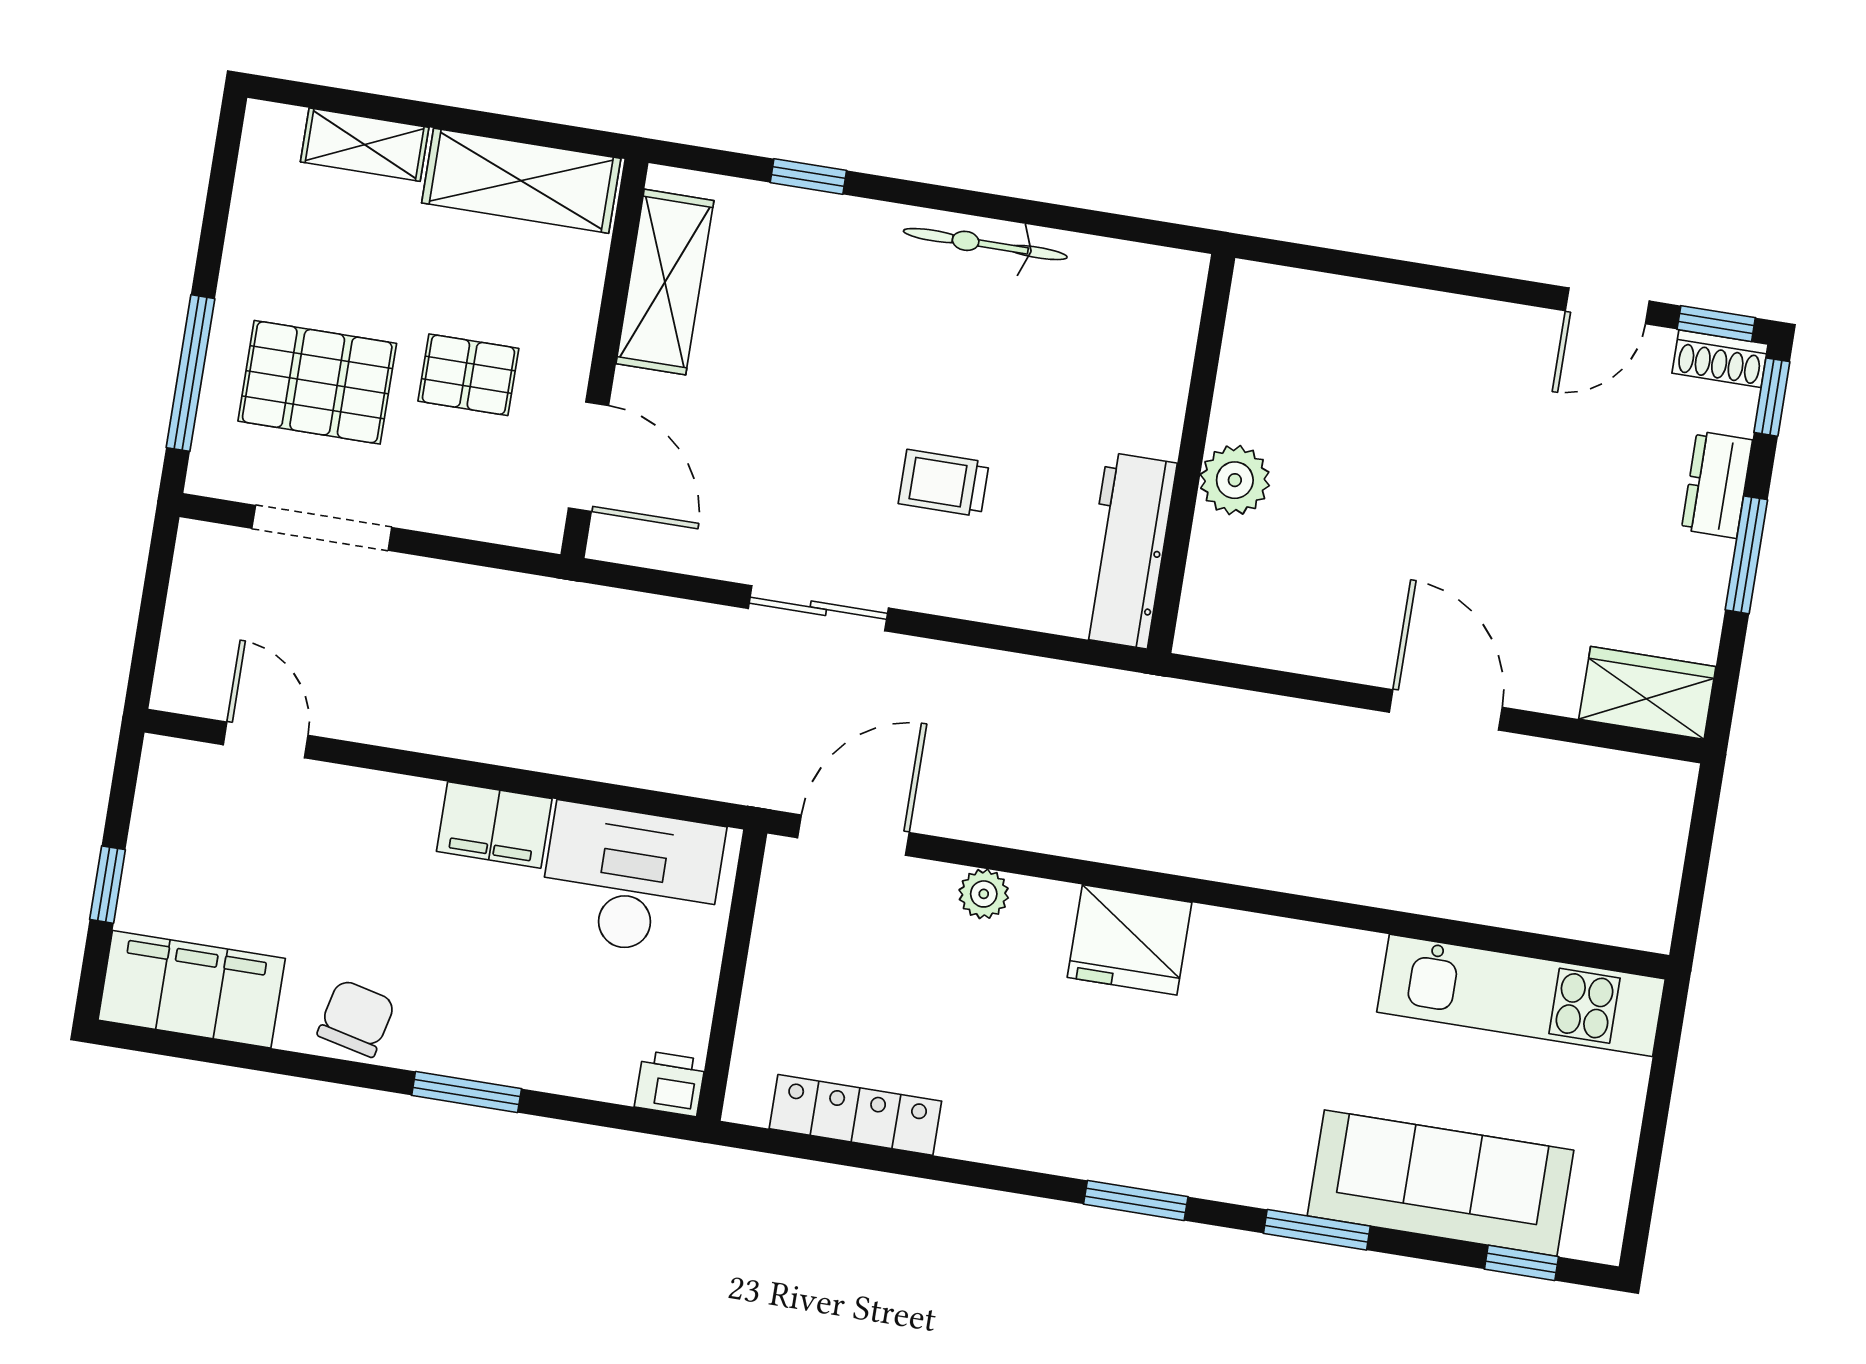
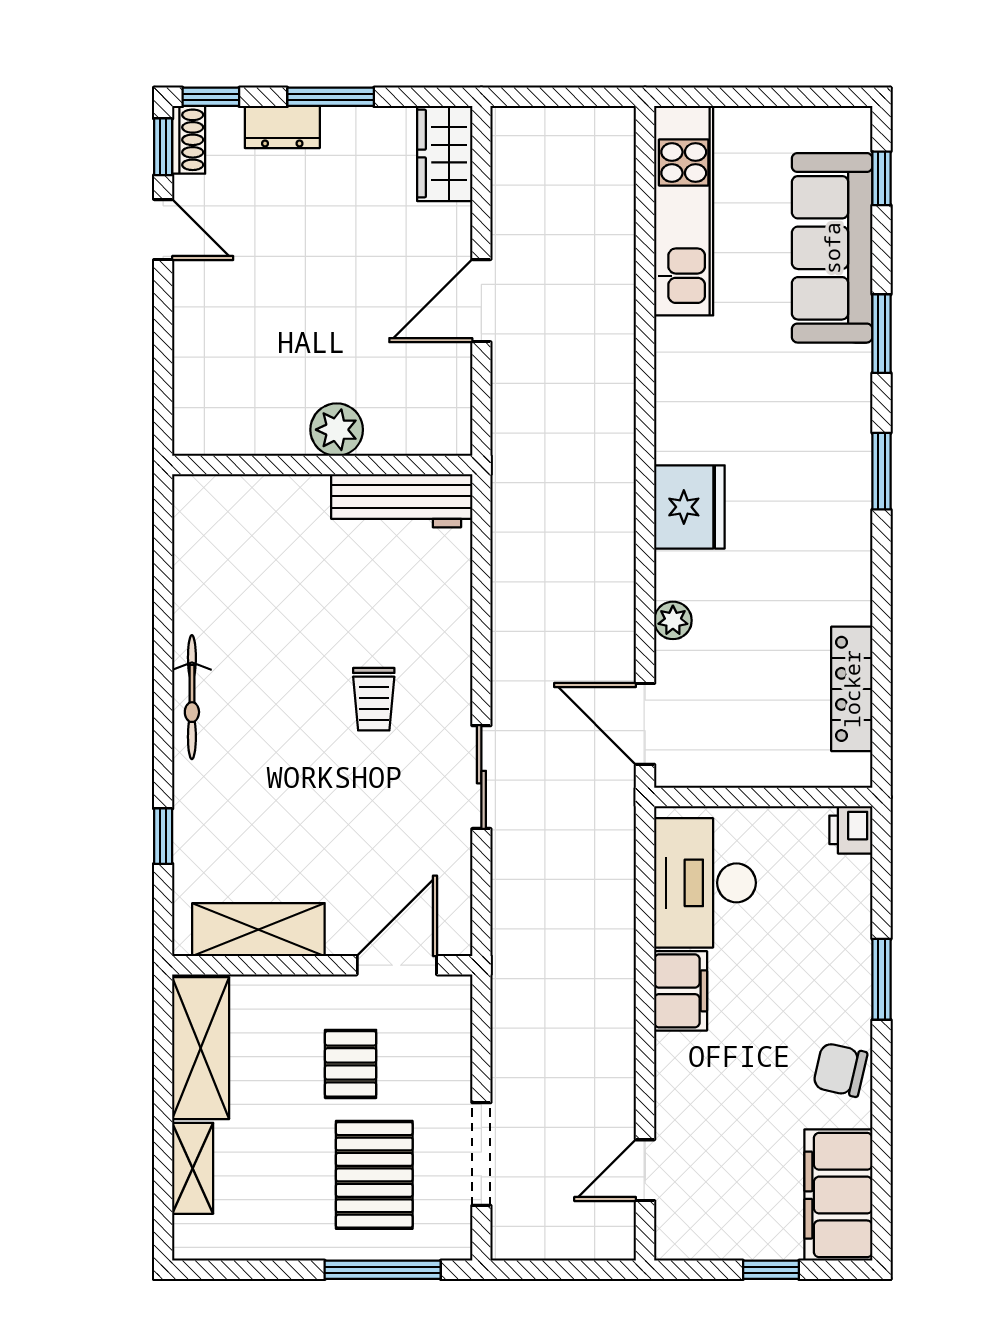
wall: (1191, 454) -> (322, 465), moved
plant: (1235, 480) -> (337, 430), moved
workbench: (1127, 551) -> (402, 501), moved

